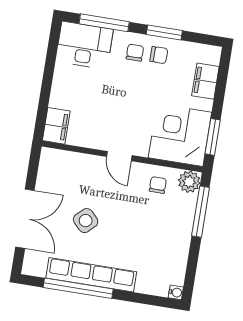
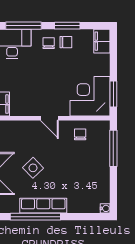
filing cabinet: (205, 81) -> (102, 41), moved
plant: (189, 182) -> (102, 128), removed
row of seats: (91, 275) -> (43, 206), width x0.73

